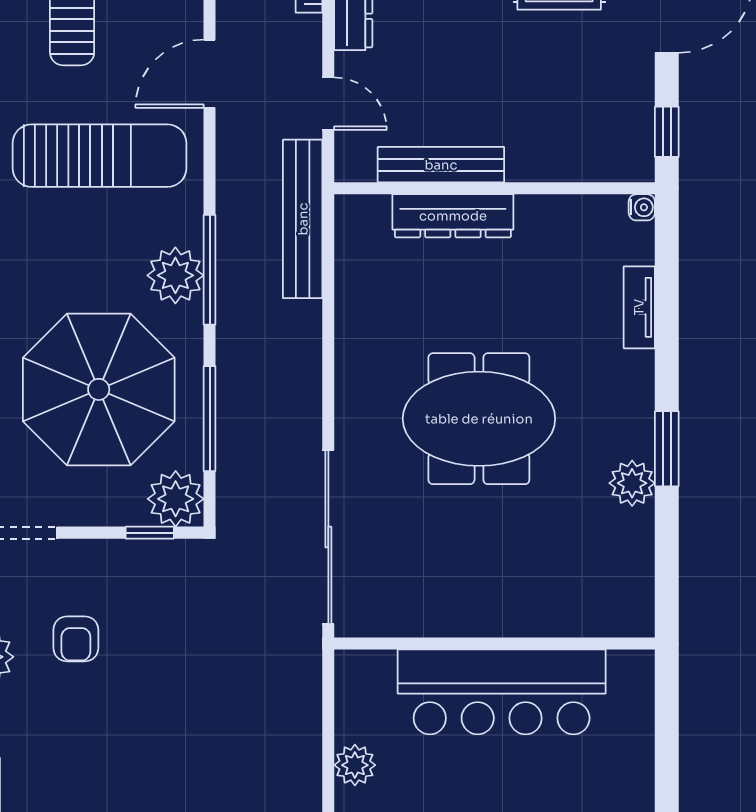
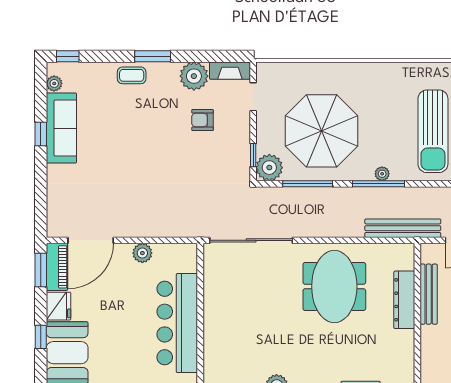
plant: (175, 275) -> (382, 174), width x0.53, depth x0.53
meeting table: (479, 419) -> (334, 286), moved

